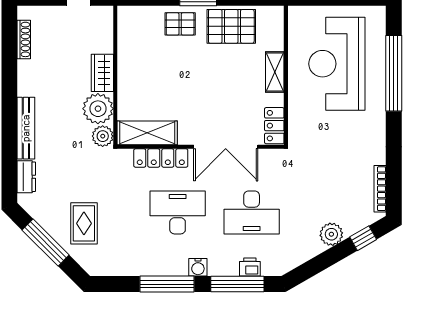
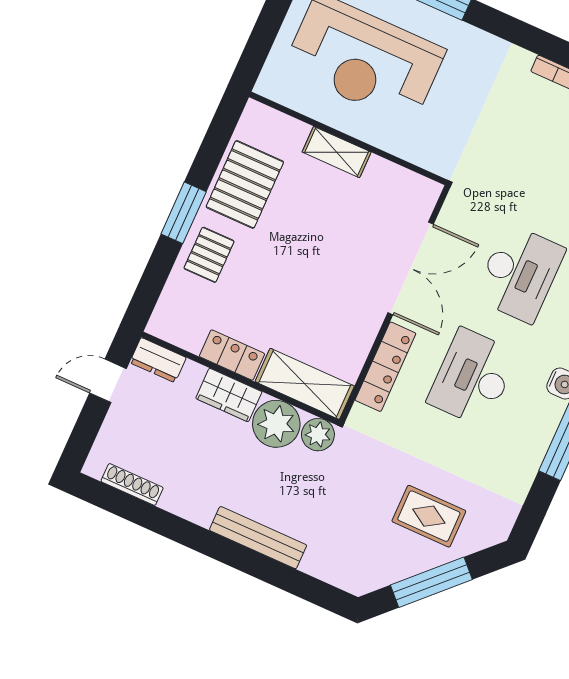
locker: (274, 126) -> (232, 355), moved, turned 180
shelving: (147, 133) -> (305, 384), moved, turned 90
dresser: (26, 177) -> (158, 360), moved, turned 180

